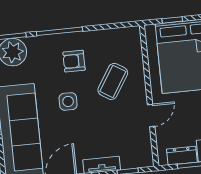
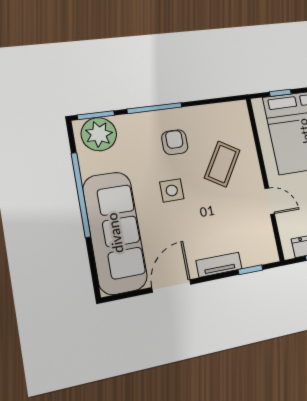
armchair: (74, 61) -> (175, 142), turned 90
door: (151, 115) -> (270, 201), hinge flipped

